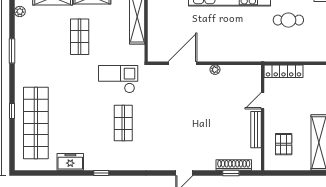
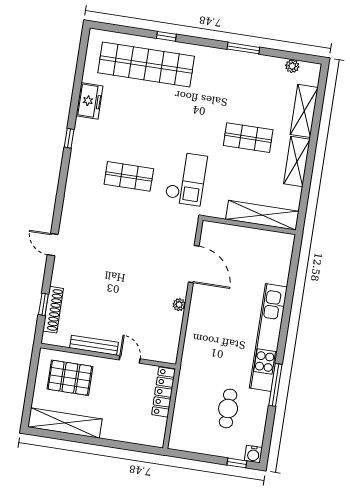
pallet: (284, 144) -> (70, 378), width x1.50, depth x1.42

